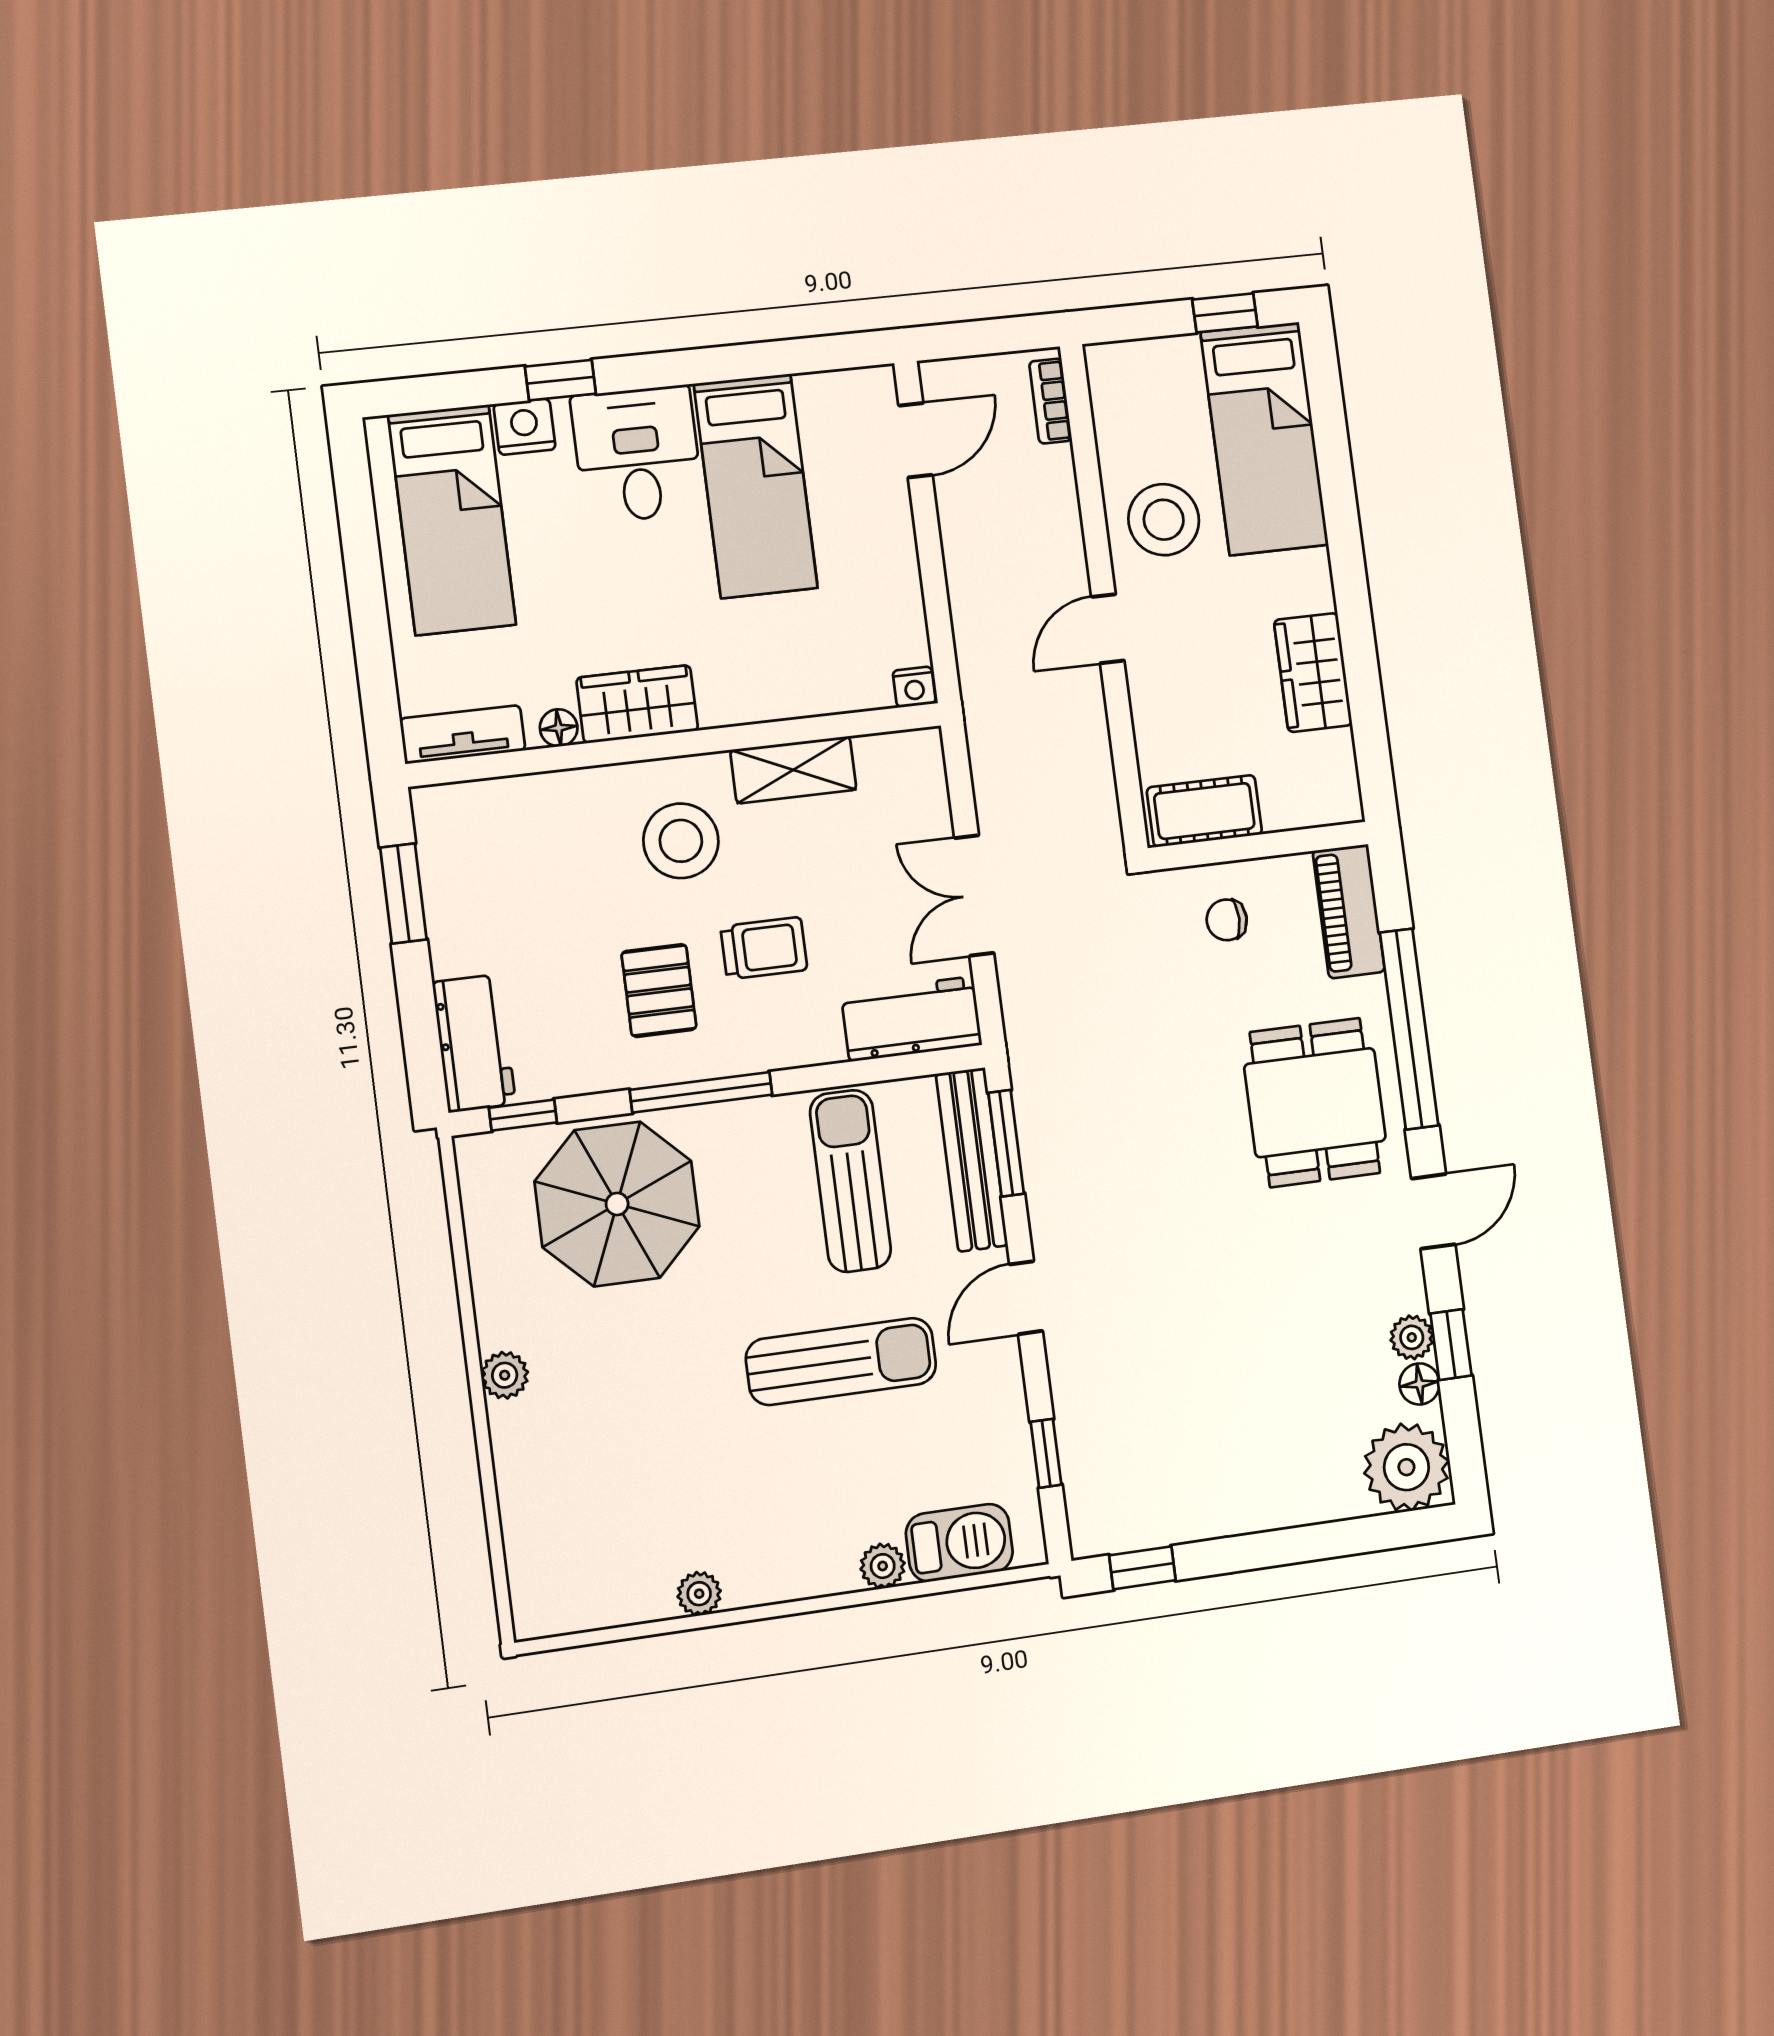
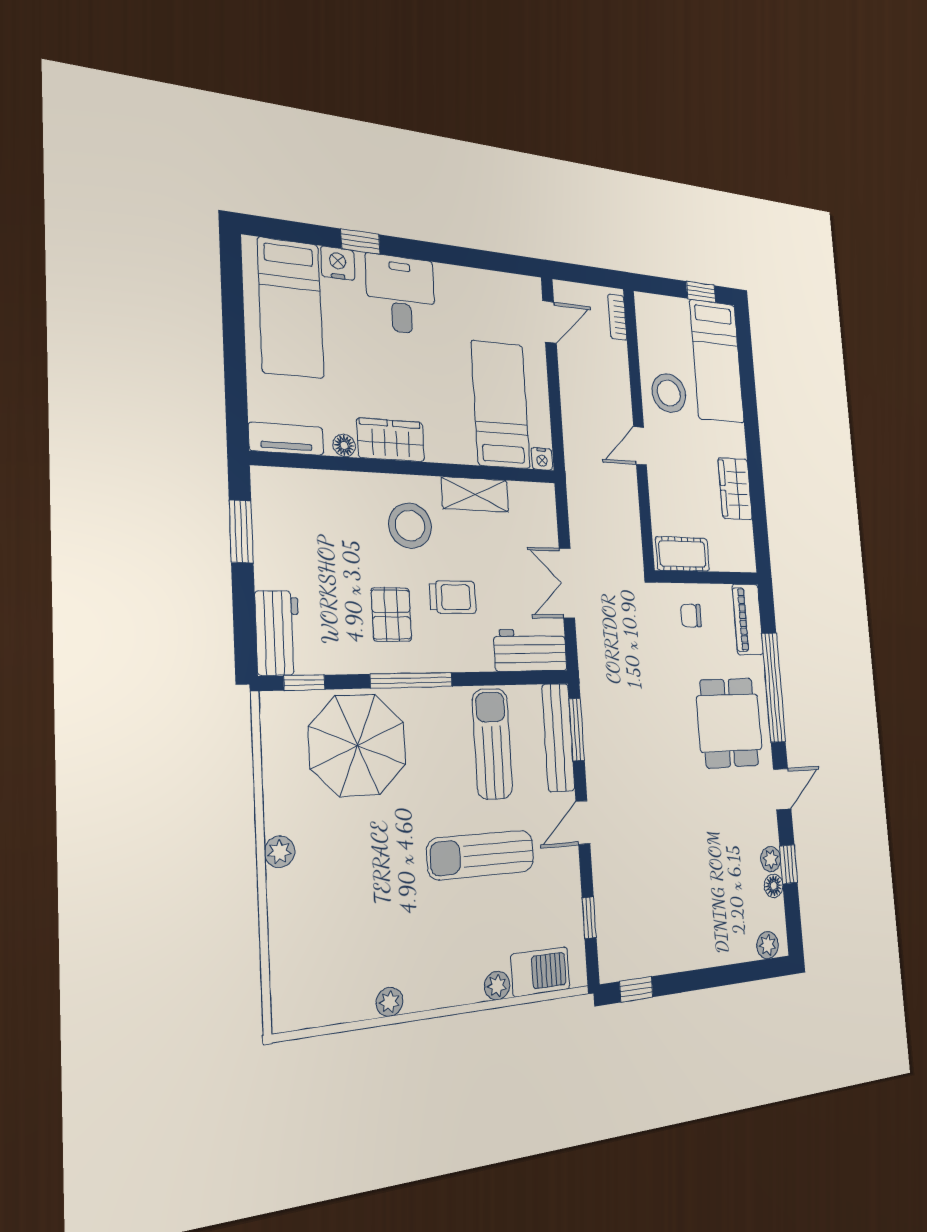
bed: (756, 486) -> (501, 405), moved, turned 180
sun lounger: (841, 1361) -> (481, 855), turned 180
plant: (1406, 1467) -> (768, 945), width x0.53, depth x0.53

